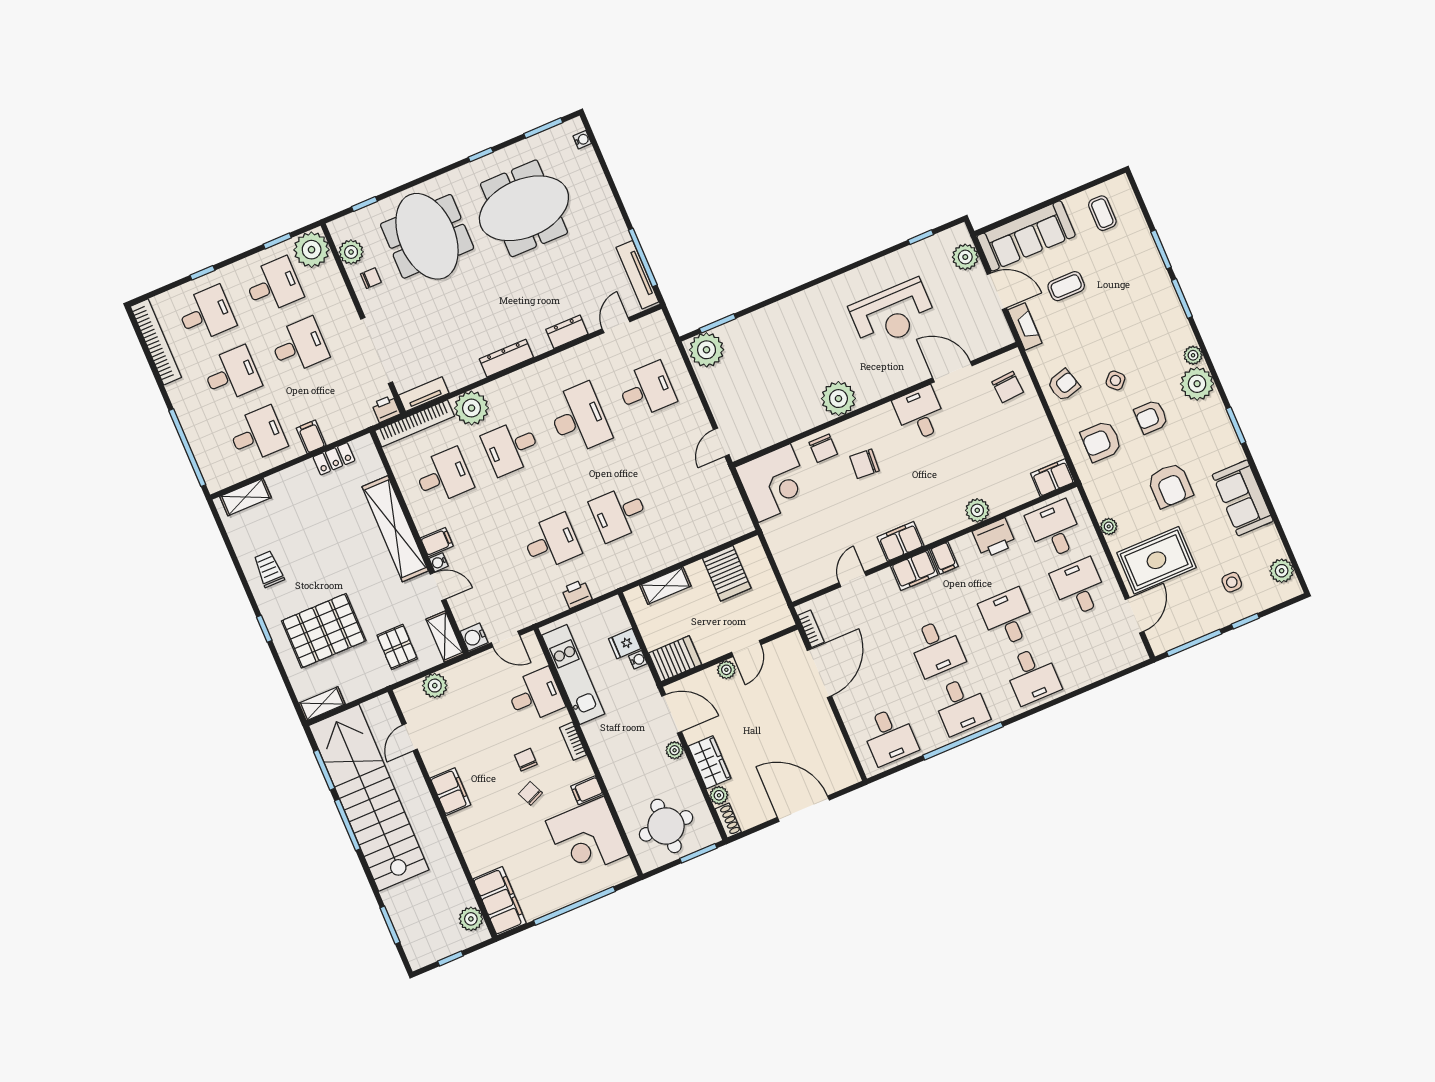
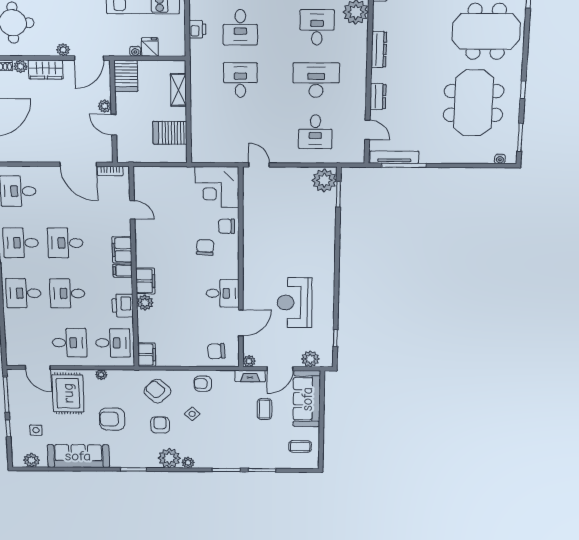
armchair: (1064, 385) -> (203, 384), turned 106
plant: (838, 399) -> (249, 361), moved, width x0.53, depth x0.53
desk: (579, 419) -> (316, 80), turned 180
armchair: (1101, 441) -> (157, 391), turned -45
sofa: (1243, 498) -> (78, 456), width x1.36
filing cabinet: (901, 541) -> (145, 281), moved
desk: (1008, 618) -> (67, 293), turned 180

